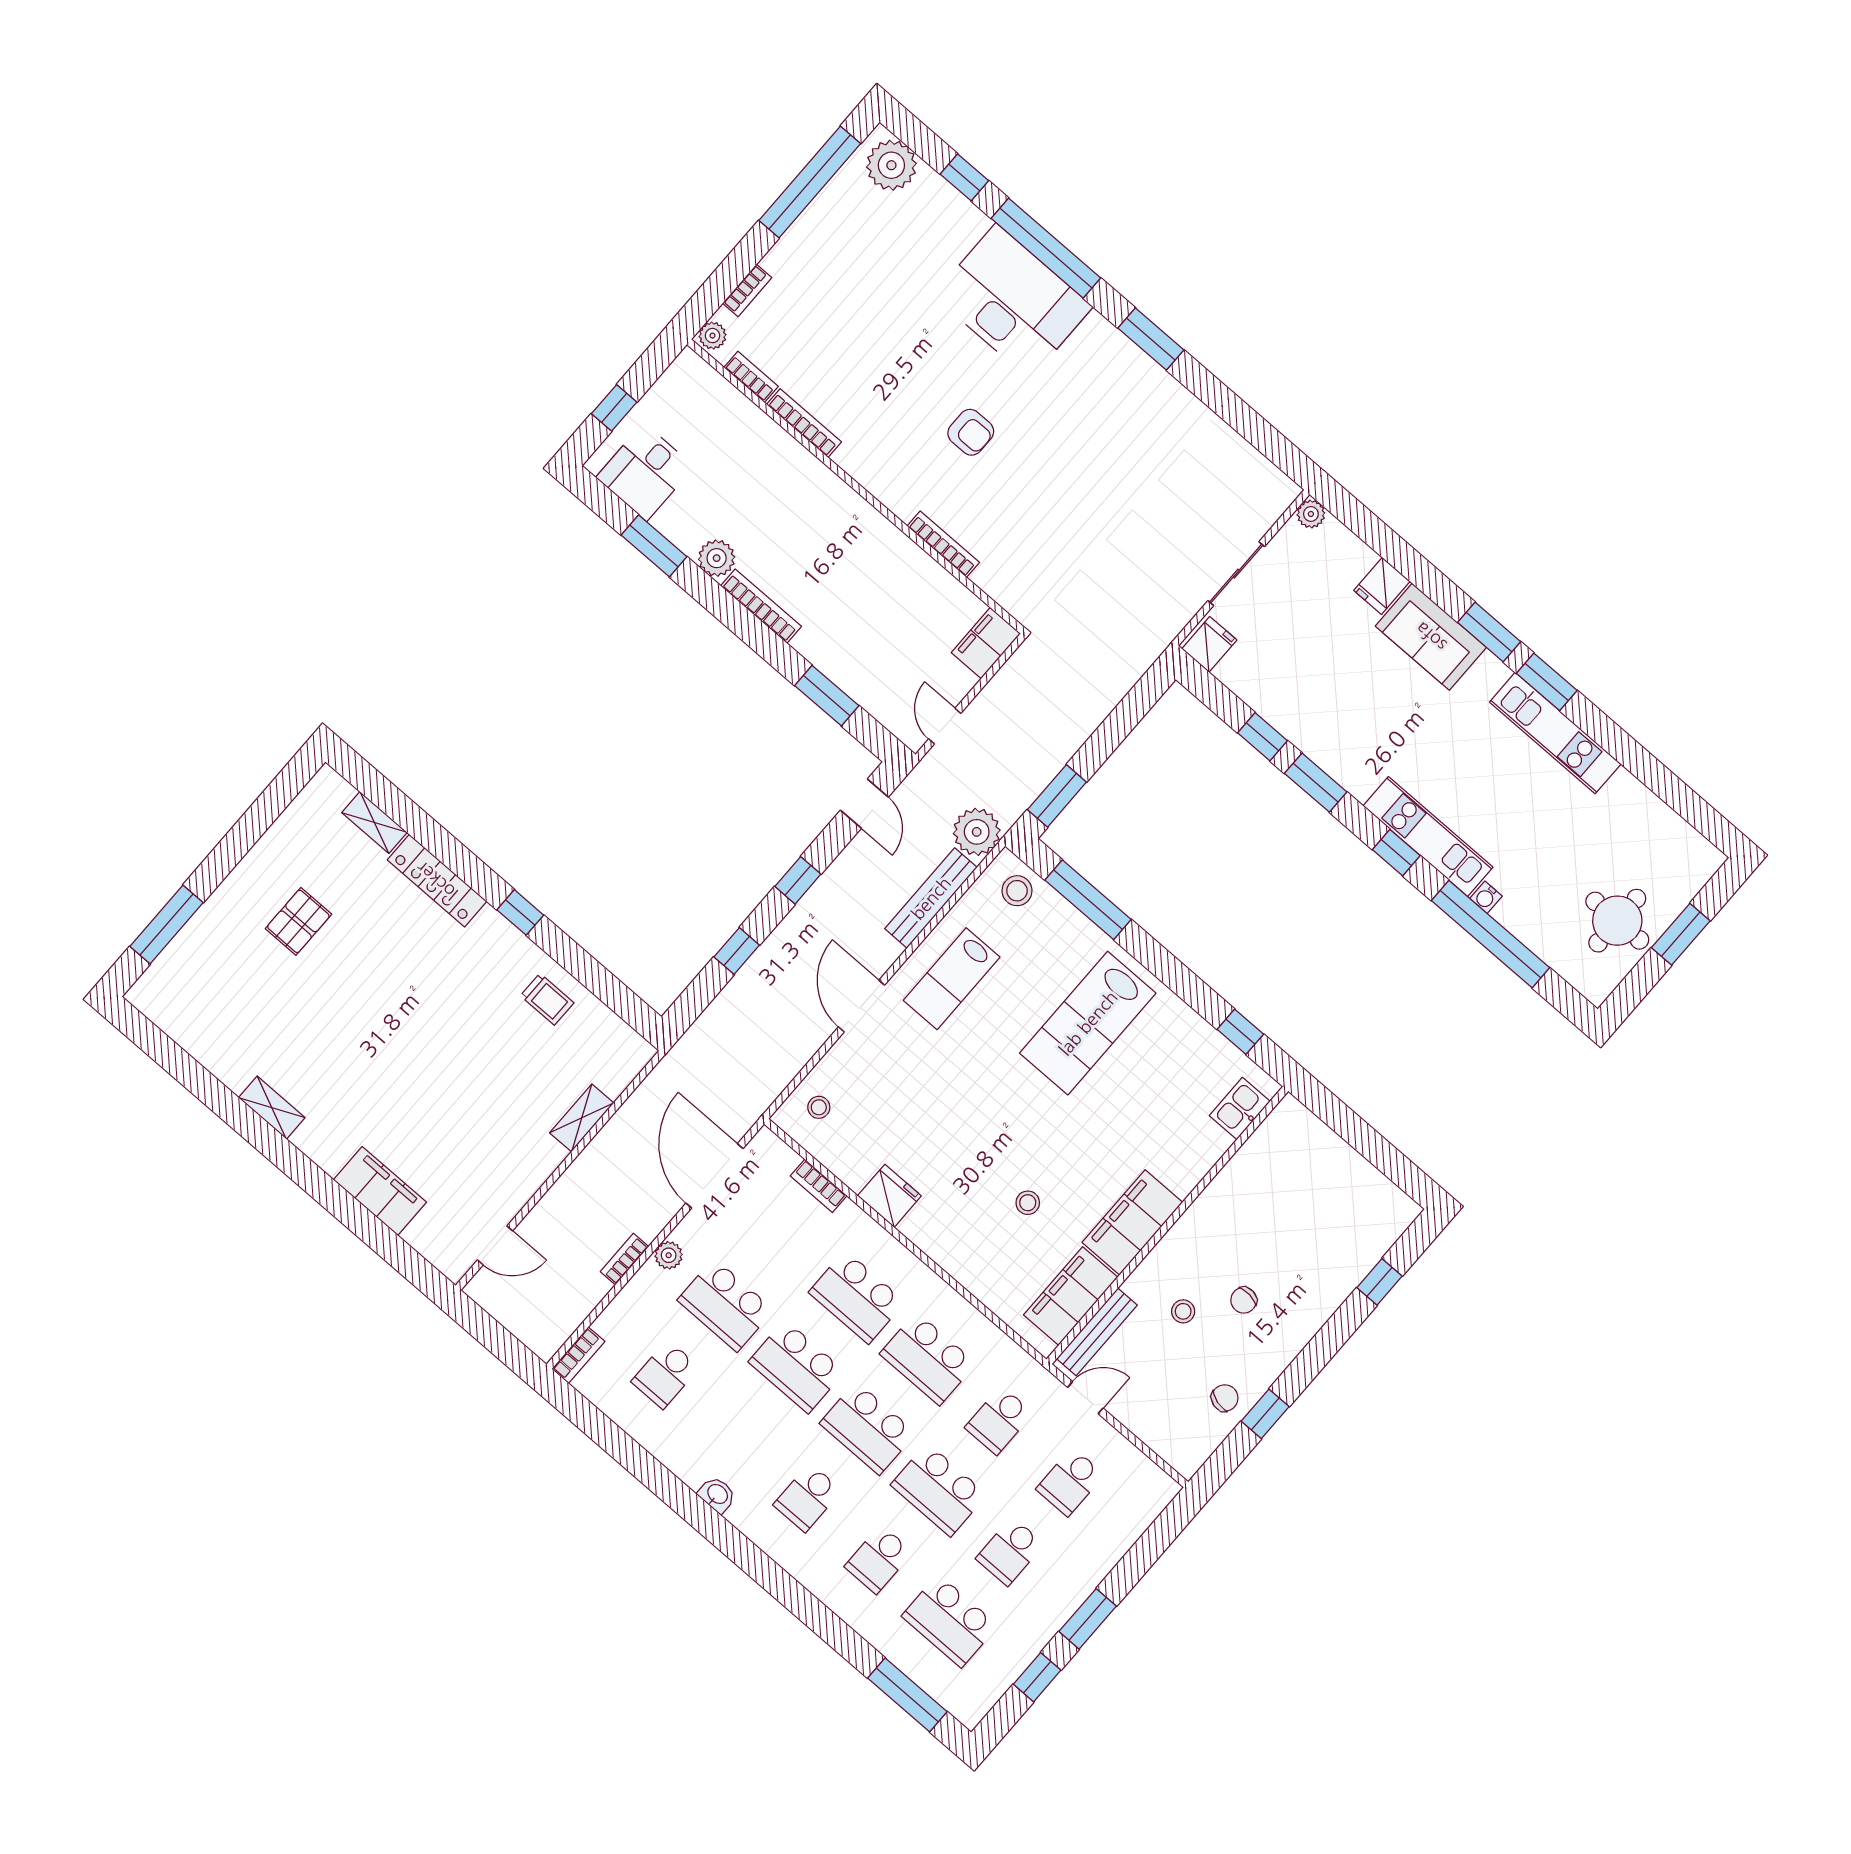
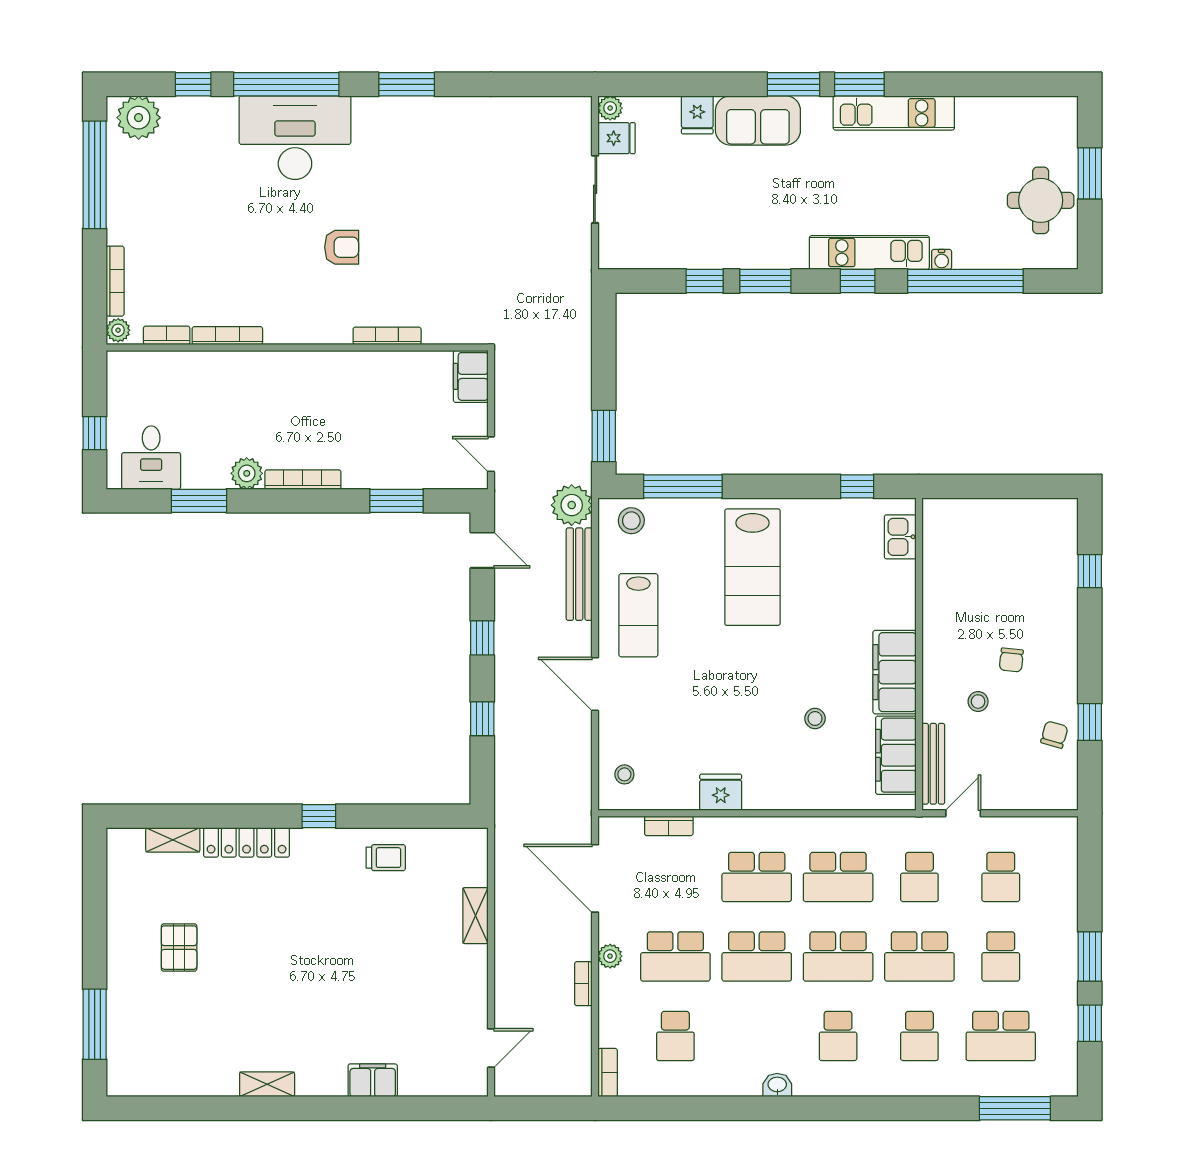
bookcase: (747, 290) -> (115, 281), width x1.56
fridge: (1209, 644) -> (617, 138), moved, turned 90
filing cabinet: (380, 1191) -> (373, 1080), width x0.67, depth x0.86

